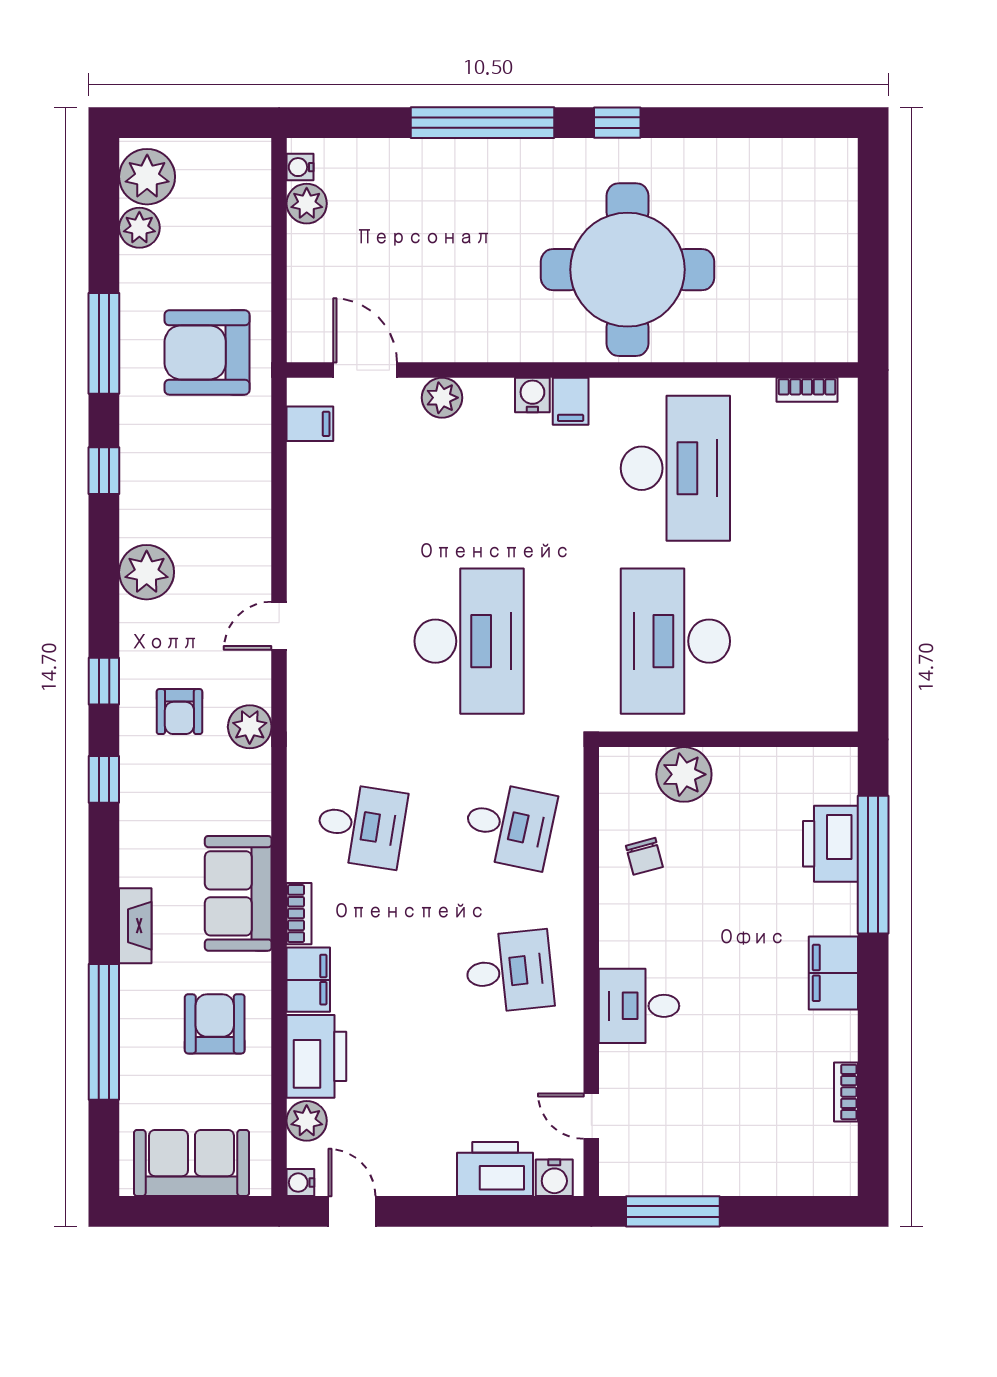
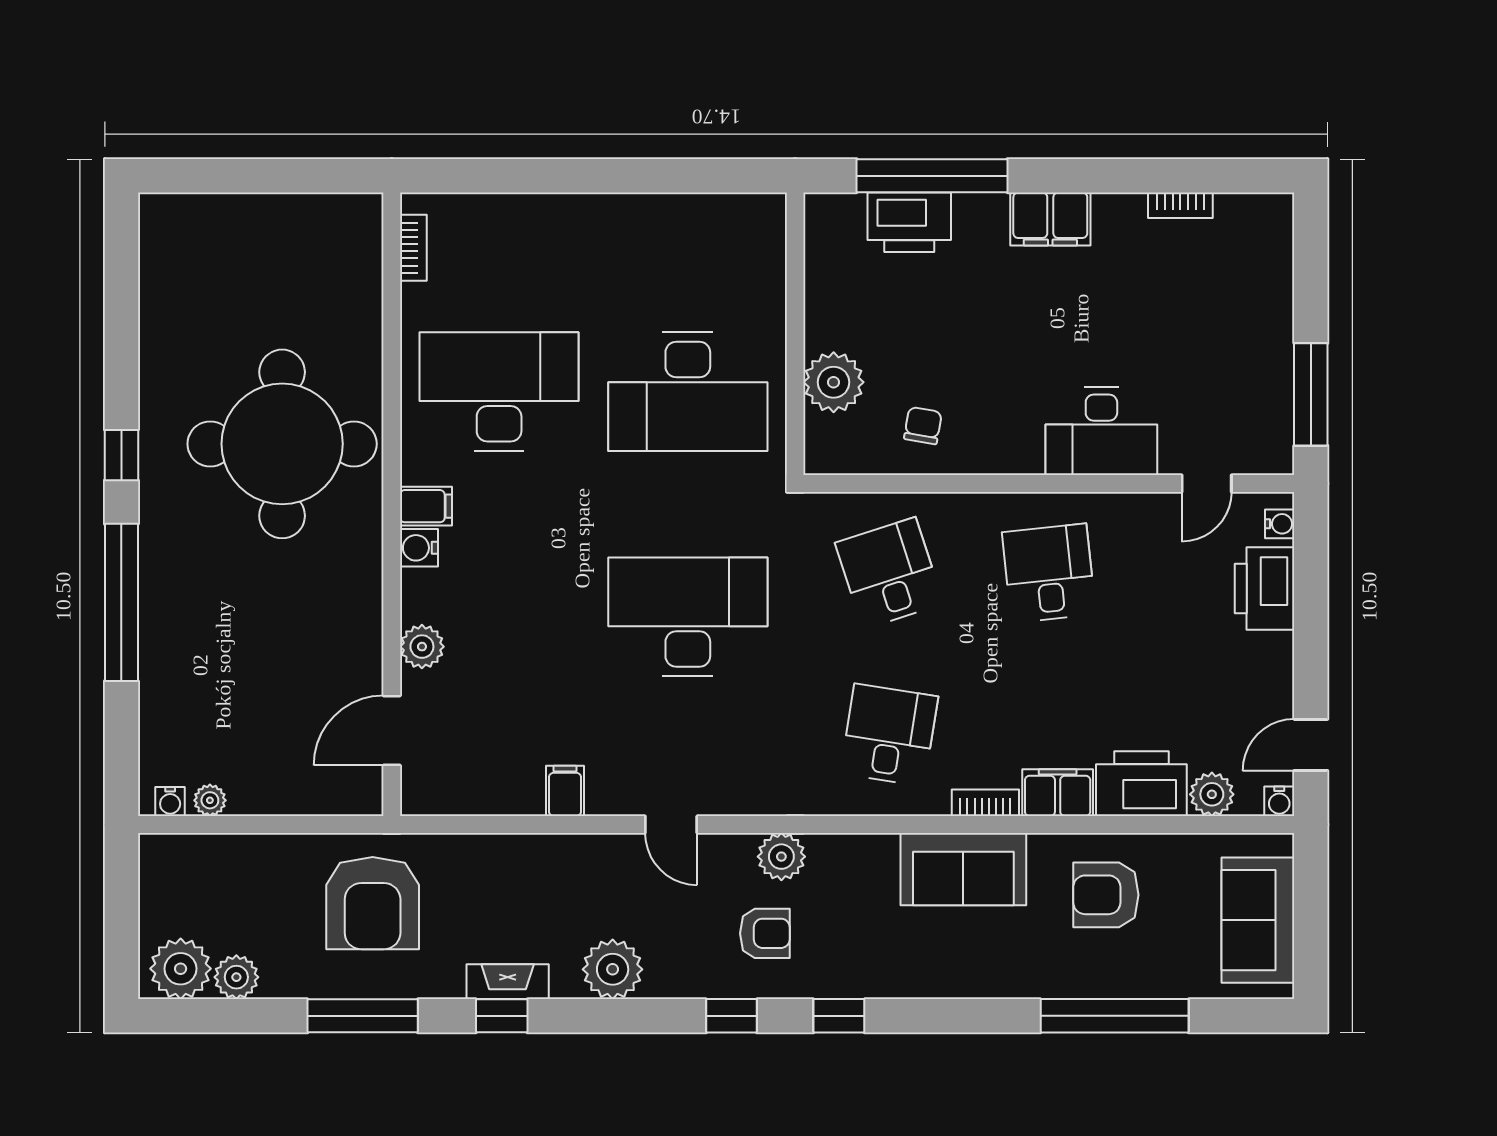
plant: (307, 204) -> (210, 800), width x0.73, depth x0.73
filing cabinet: (310, 424) -> (565, 791), moved
desk: (509, 825) -> (889, 573), turned -30
chair: (644, 856) -> (923, 426), turned -65
fireplace: (135, 926) -> (508, 982), moved
desk: (639, 1006) -> (1101, 431), width x1.37
water cooler: (554, 1178) -> (1280, 524), width x0.72, depth x0.72

